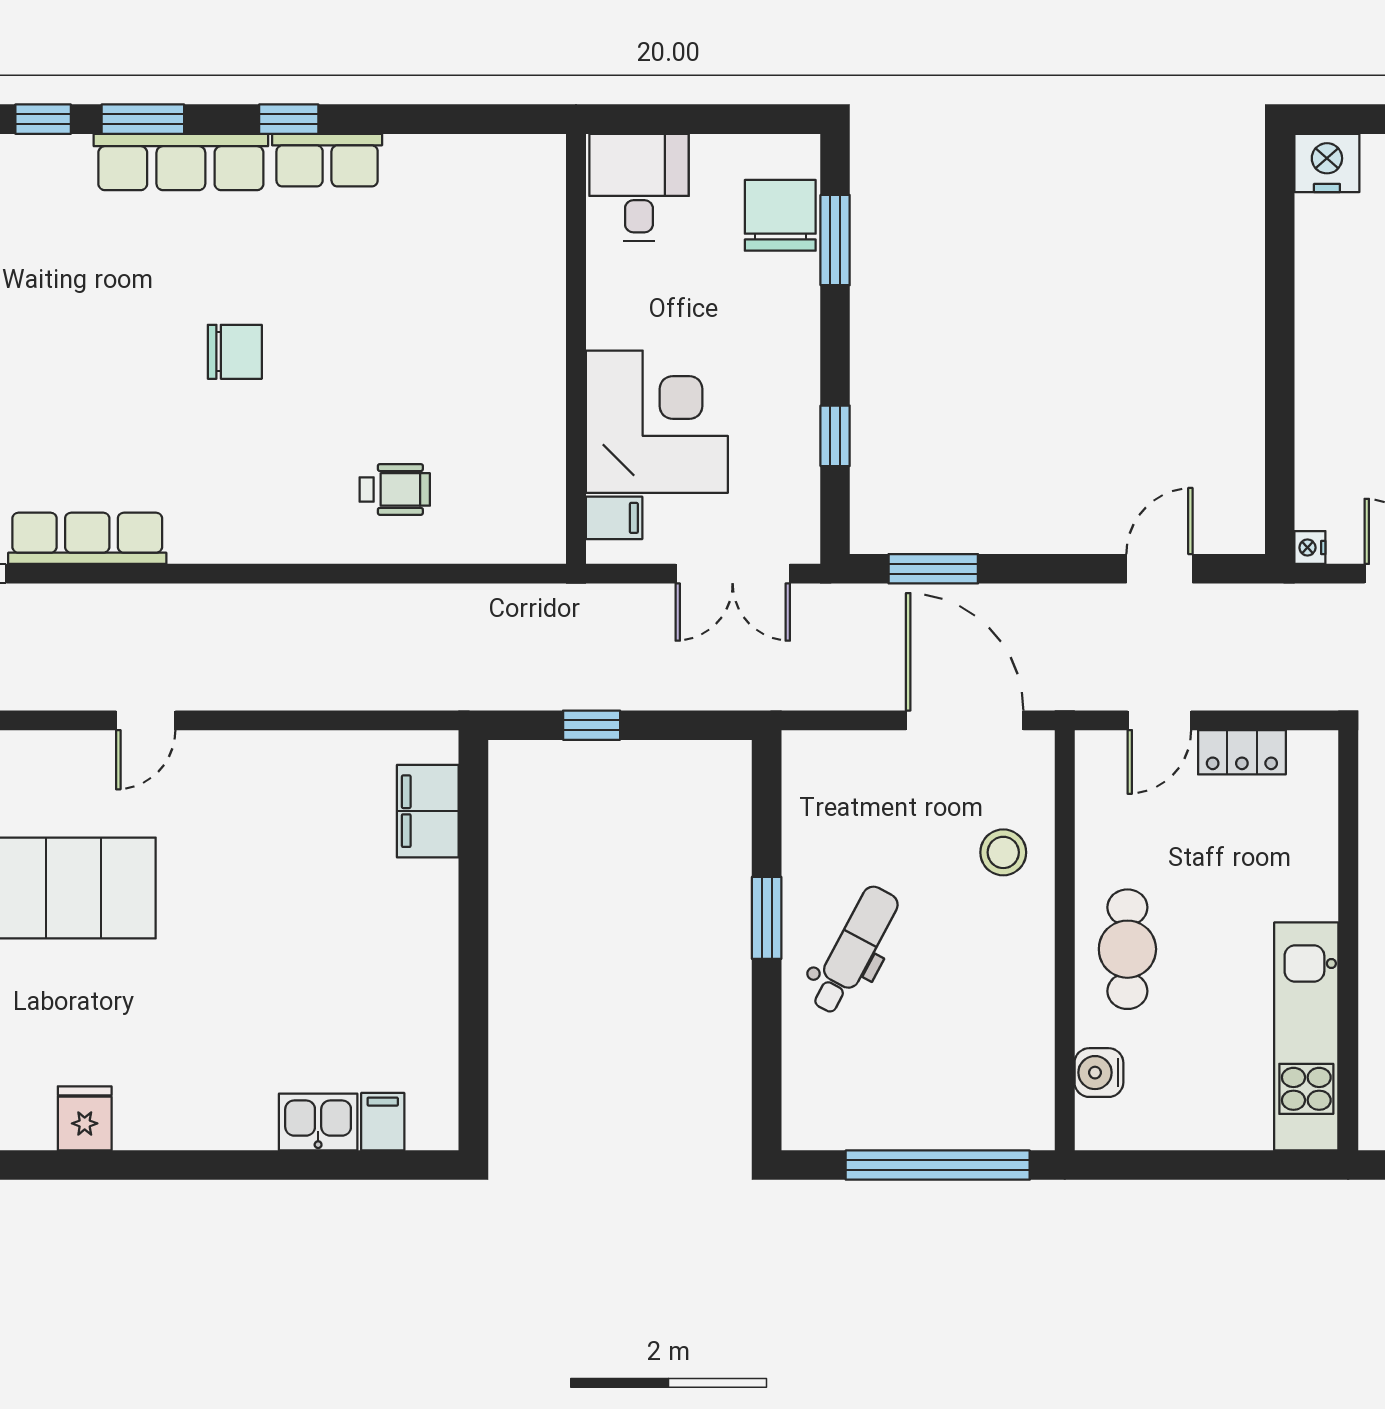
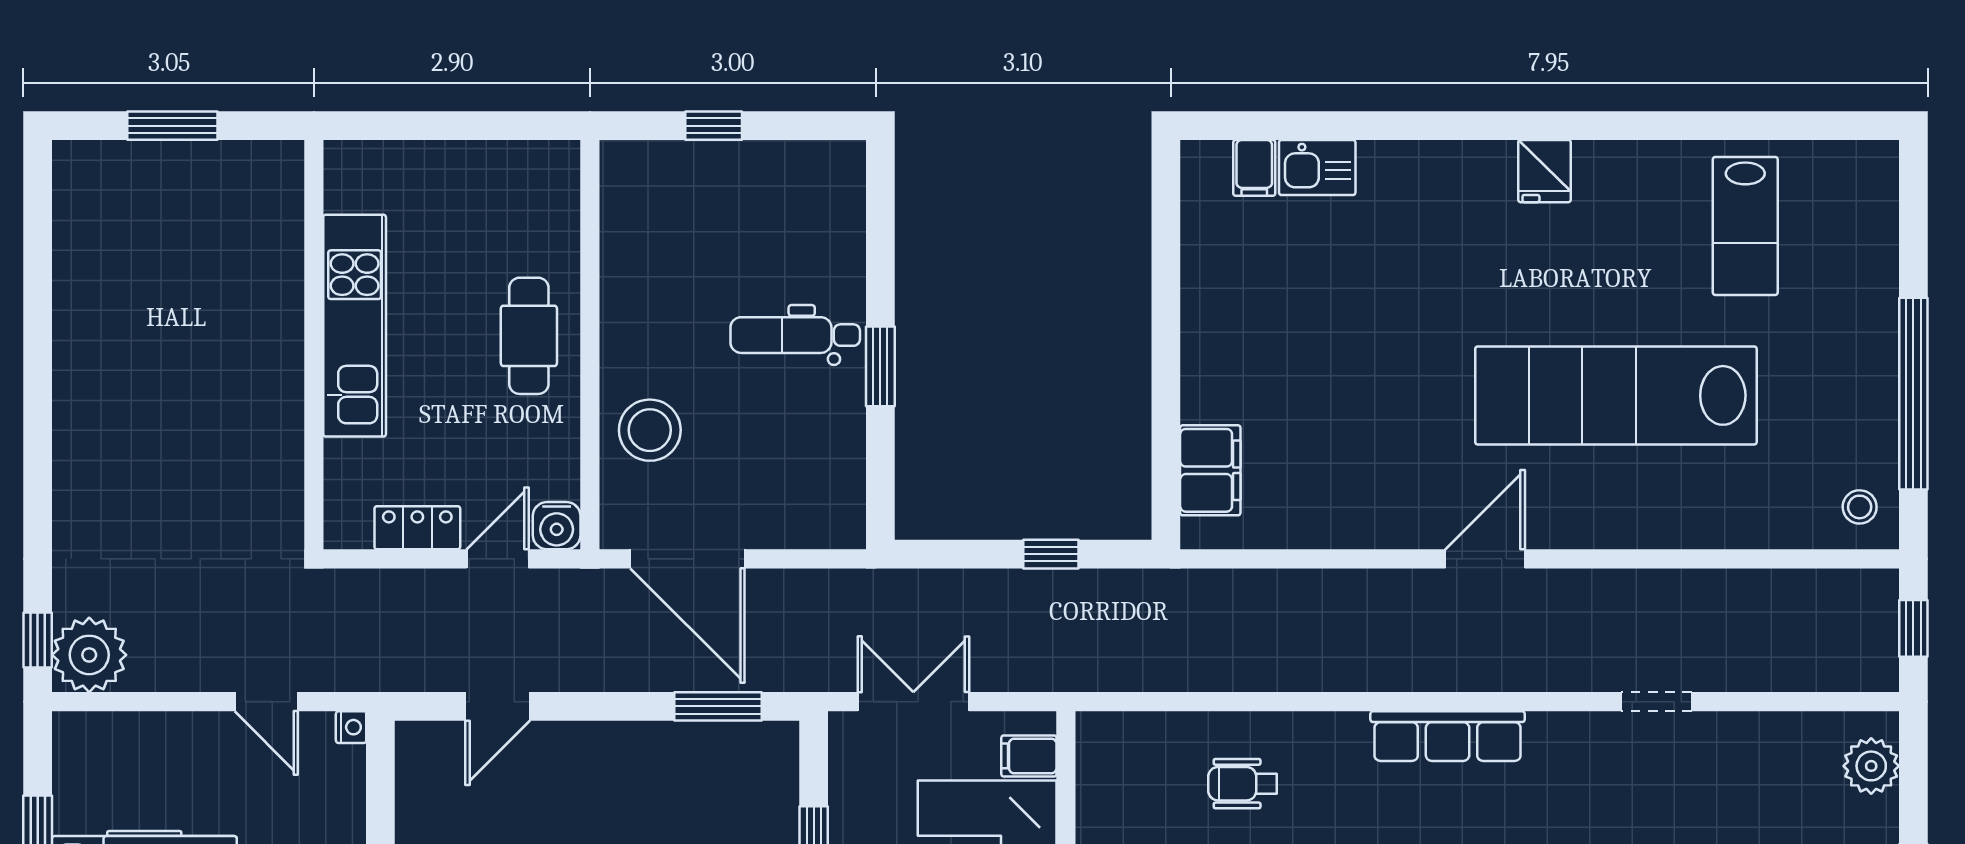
row of seats: (87, 538) -> (1448, 736), moved
door: (146, 720) -> (1485, 559), width x1.38
stool: (1003, 852) -> (650, 430), width x1.38, depth x1.38
dental chair: (854, 950) -> (795, 335), turned 62
kitchen unit: (1306, 1036) -> (355, 326), moved
water cooler: (1099, 1073) -> (557, 526), moved, turned 90
window: (938, 1165) -> (714, 126), width x0.32

